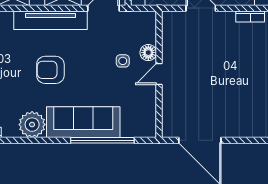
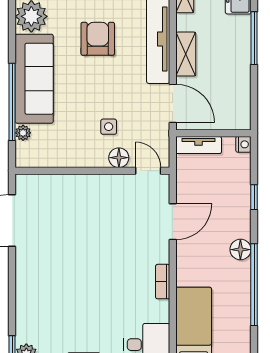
door: (159, 74) -> (148, 171), moved
plant: (128, 131) -> (23, 133), added

